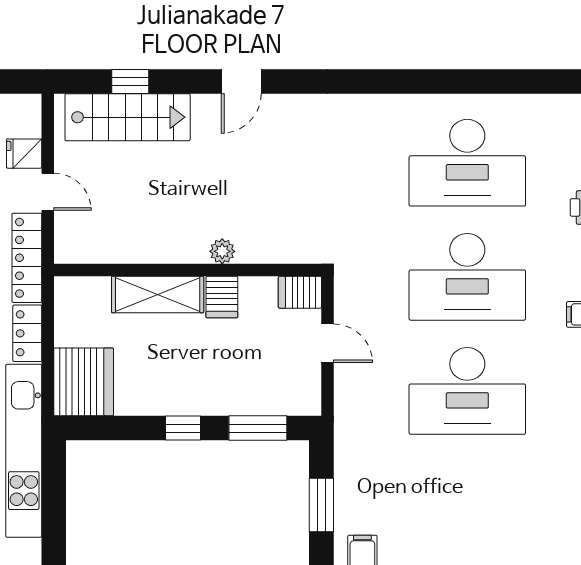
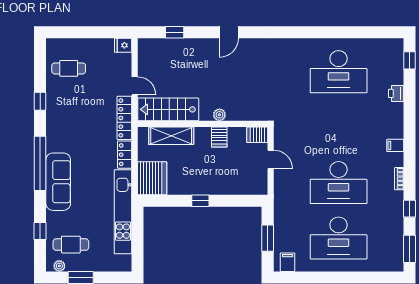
stairs: (128, 117) -> (168, 109), moved, turned 180
fridge: (24, 154) -> (123, 45), moved
desk: (467, 277) -> (339, 238), moved
shelving: (158, 294) -> (171, 136), moved
window: (258, 428) -> (237, 201), removed

